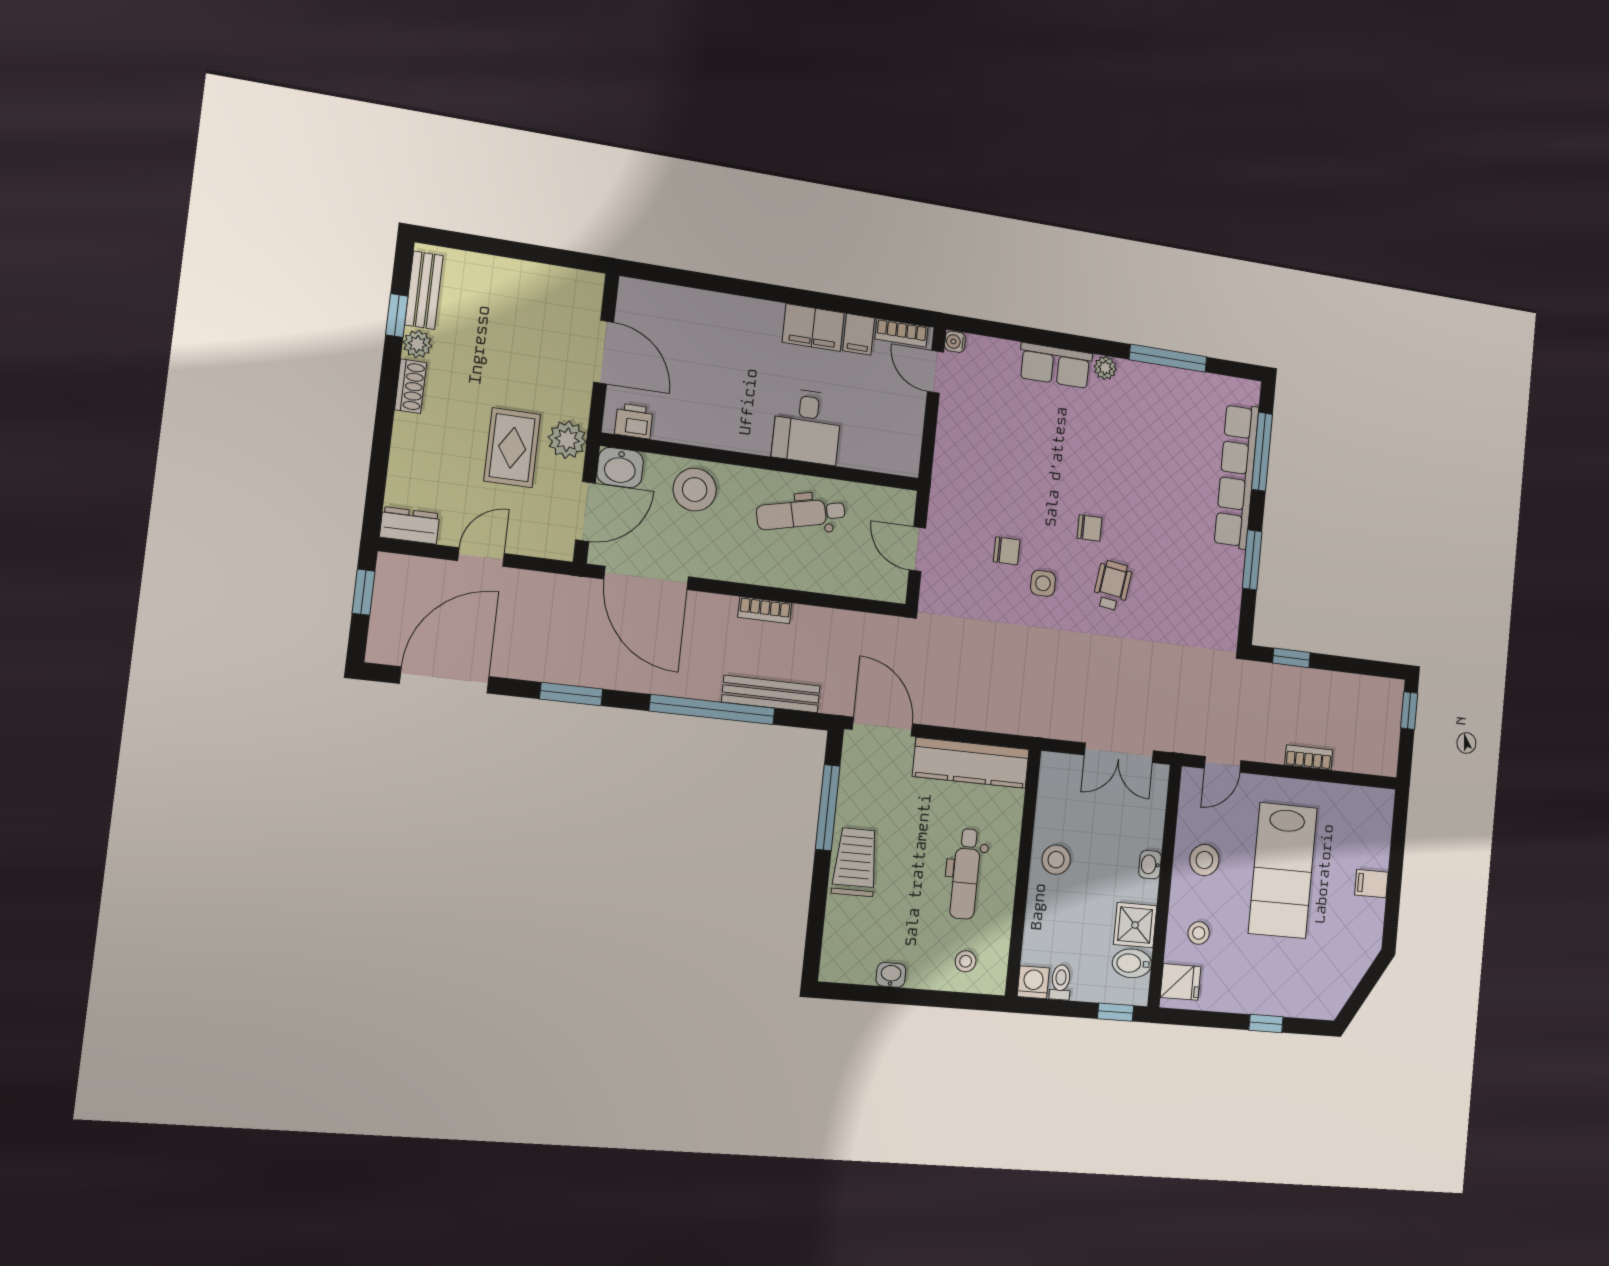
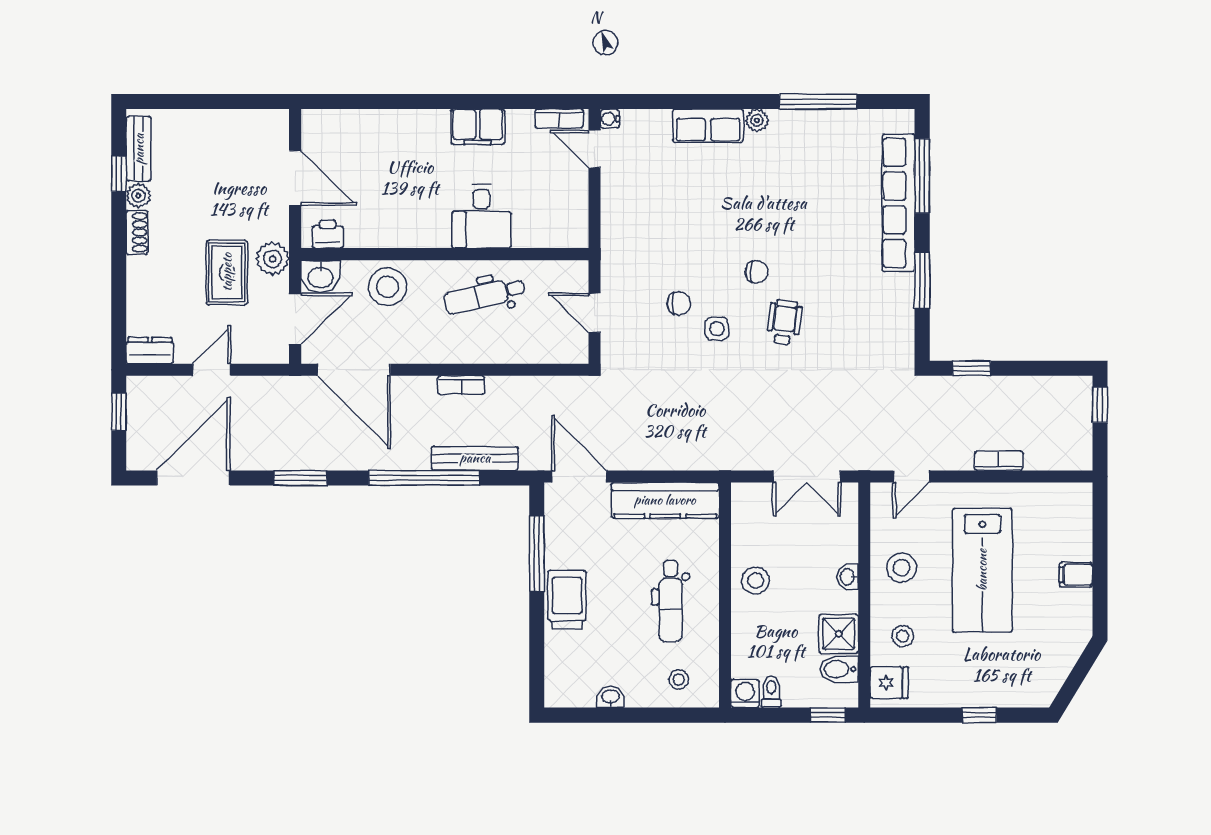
filing cabinet: (859, 334) -> (520, 126), removed

